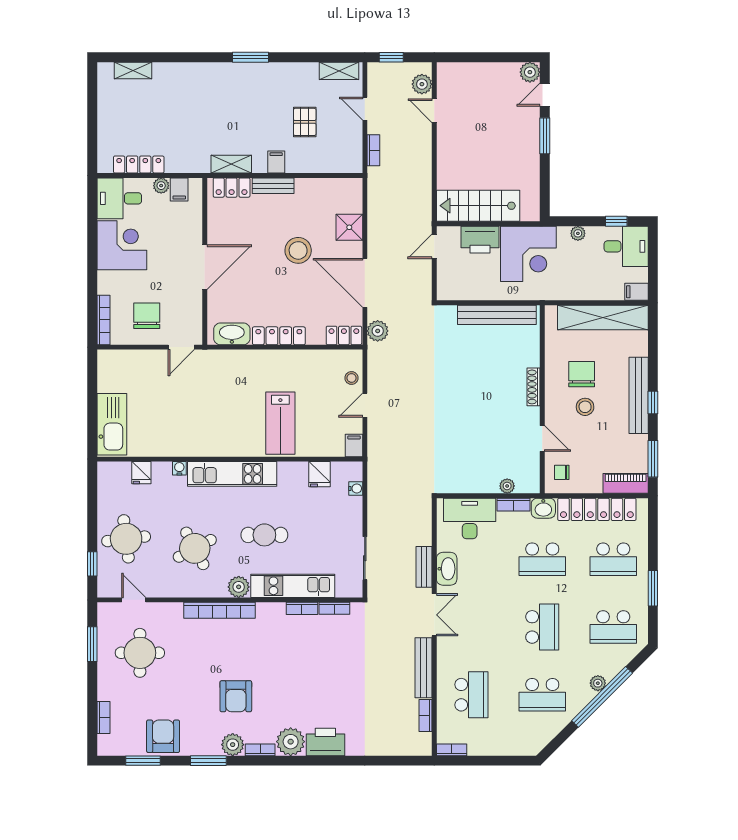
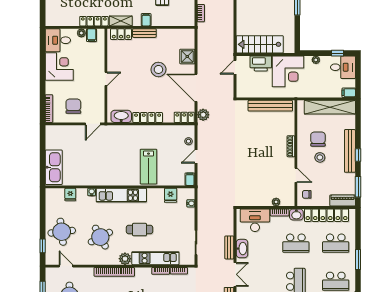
locker: (139, 165) -> (94, 21), moved
door: (205, 267) -> (106, 79), width x0.53

